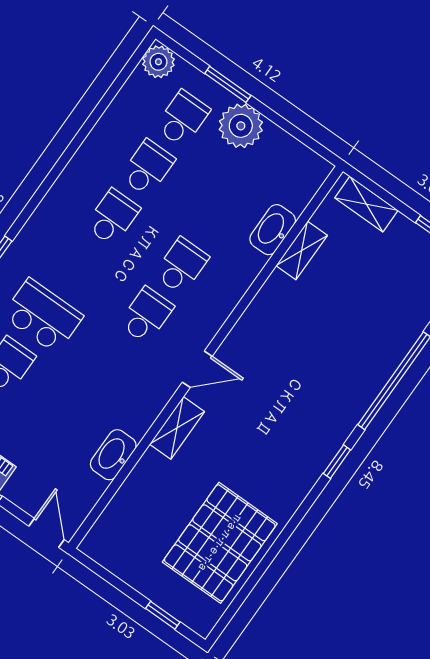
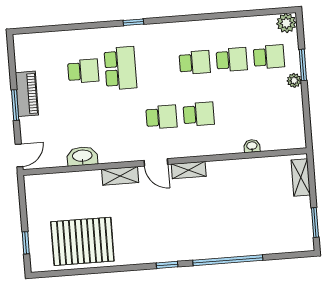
plant: (241, 126) -> (294, 80), width x0.53, depth x0.53
washbasin: (273, 230) -> (252, 146), width x0.52, depth x0.69
shelving: (302, 250) -> (189, 170), moved

